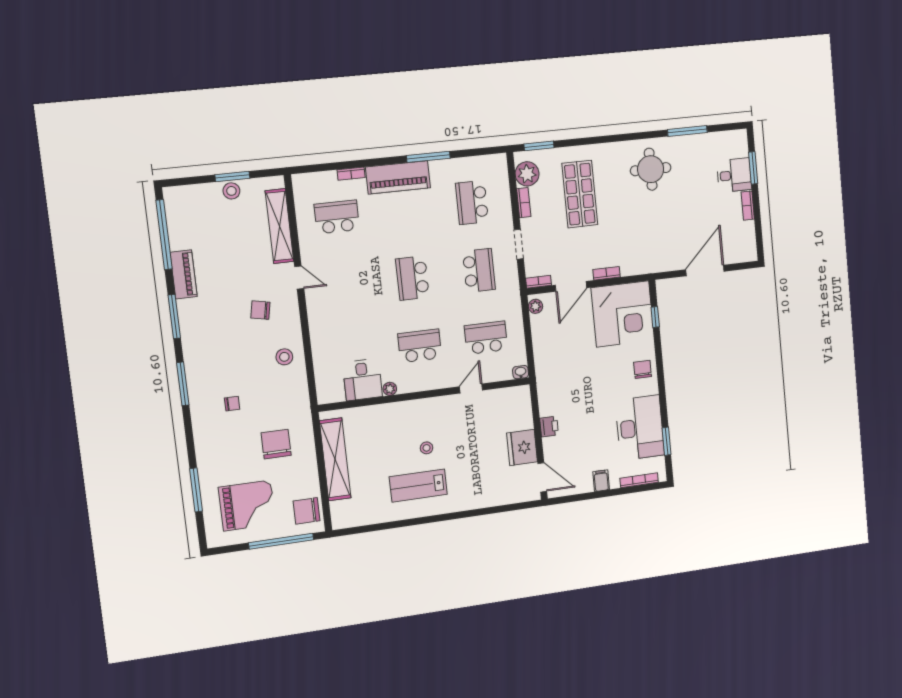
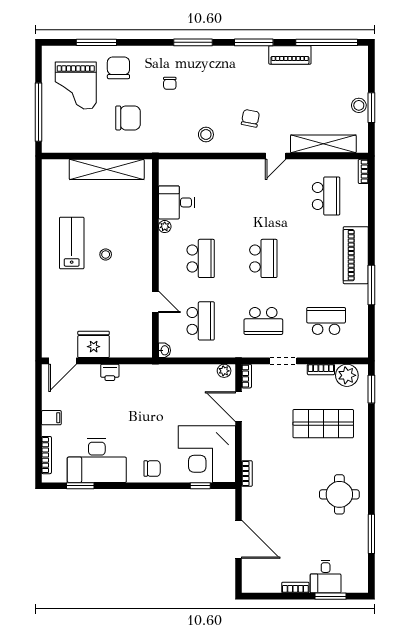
bookcase: (351, 174) -> (363, 171), moved
bookcase: (606, 273) -> (247, 474), moved
school desk: (412, 278) -> (263, 258), turned 90
chair: (307, 511) -> (118, 68), moved

